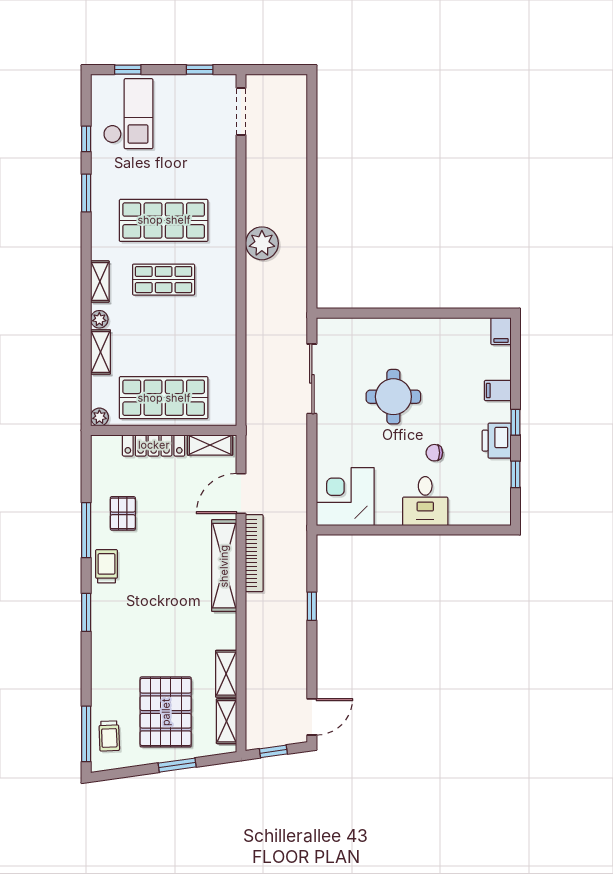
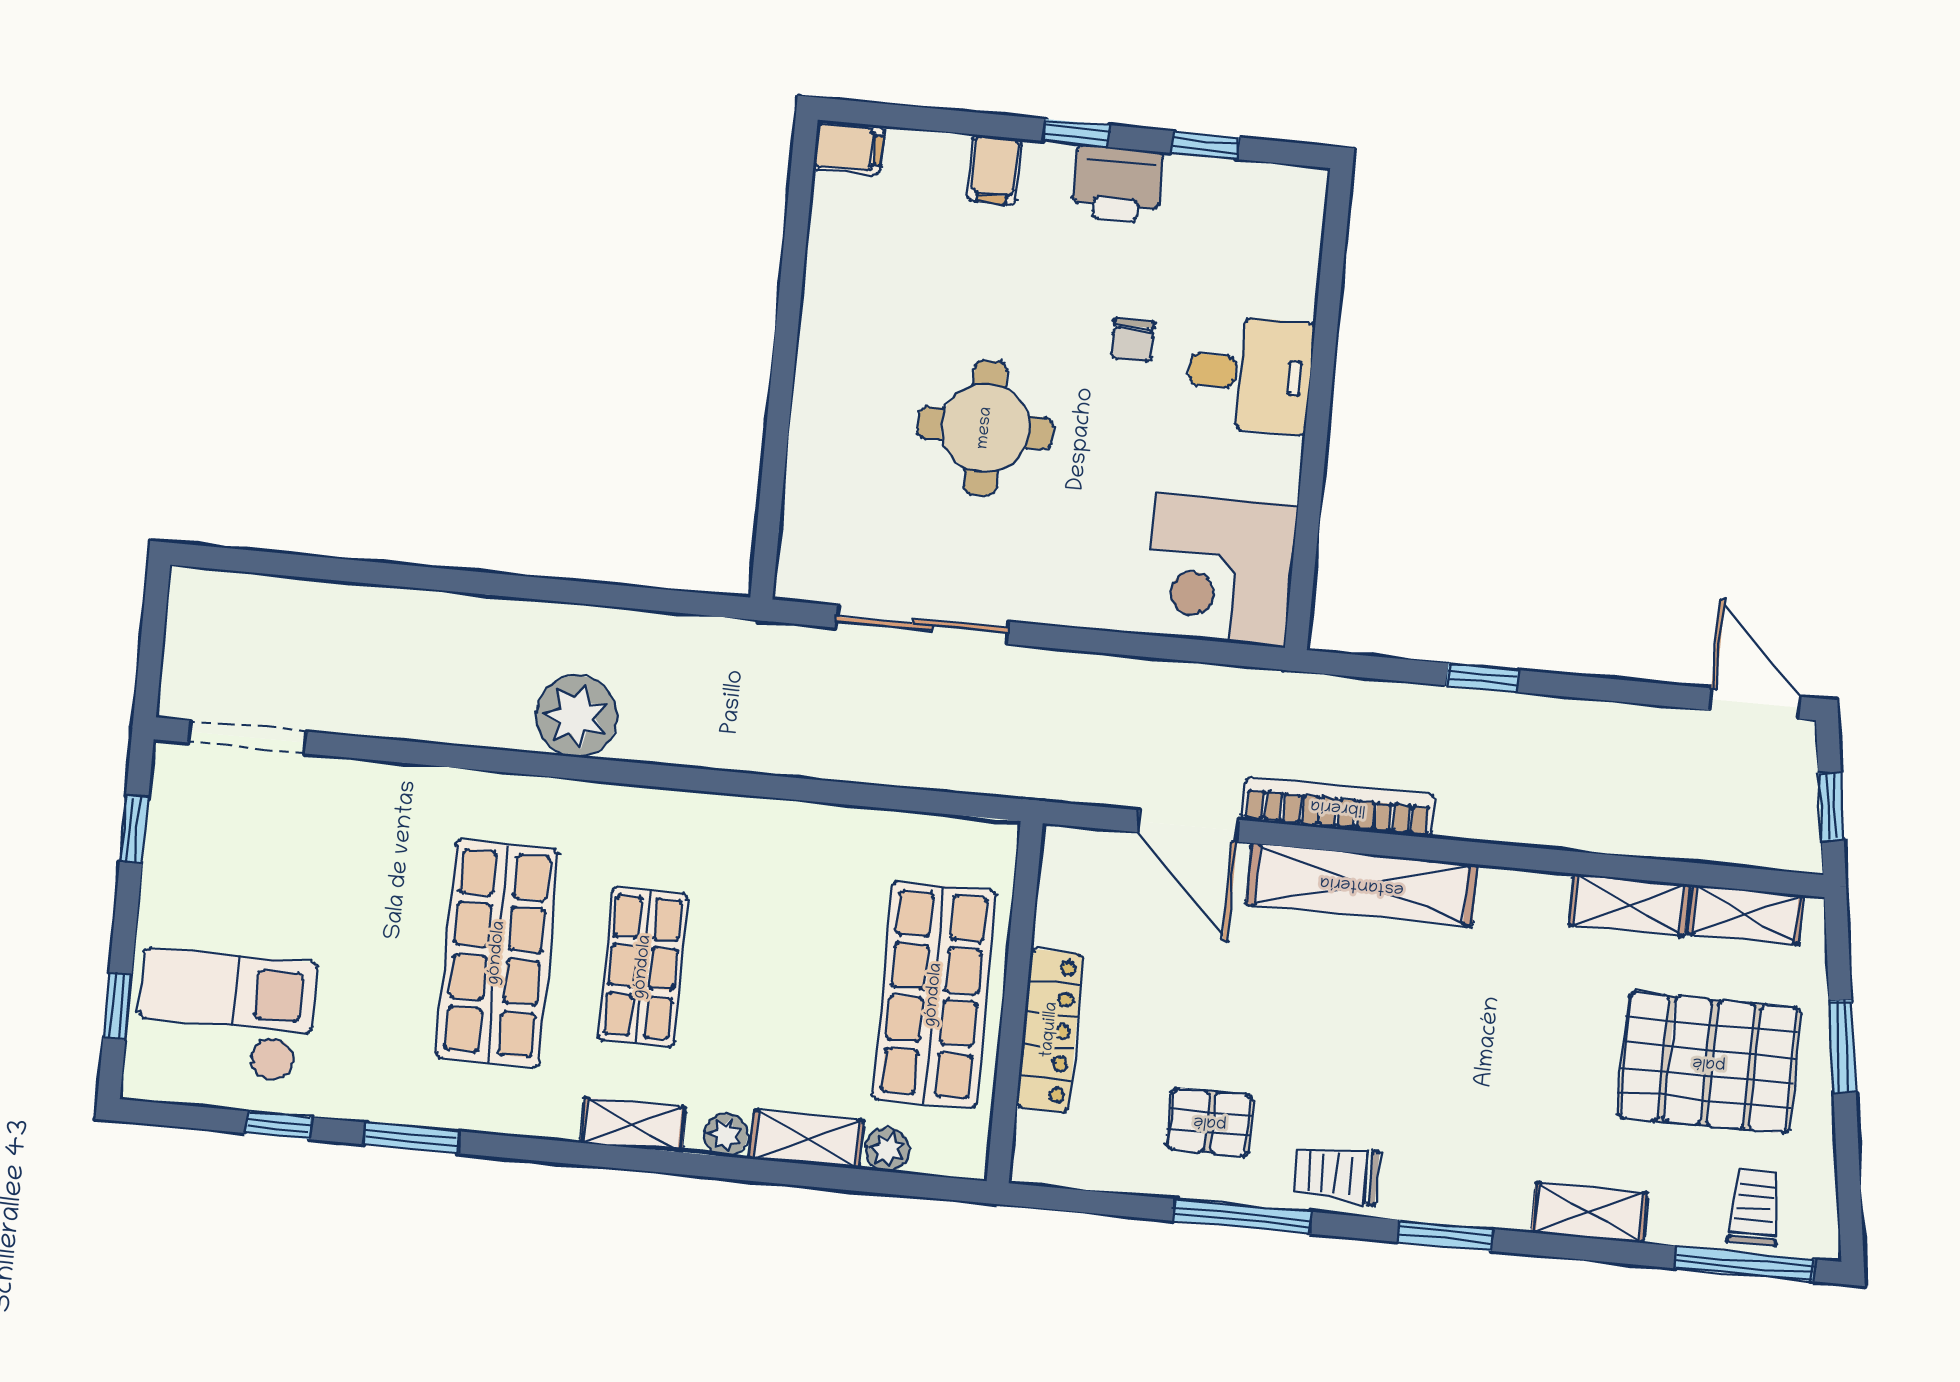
plant: (99, 417) -> (887, 1150), moved
shelving: (210, 445) -> (1589, 1213), moved, turned 90
trolley: (109, 736) -> (1755, 1207), turned -88

